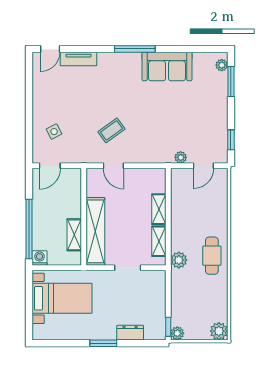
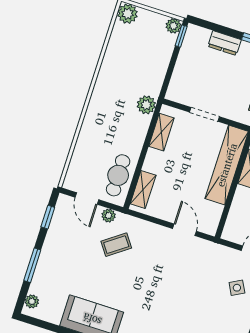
window: (231, 81) -> (32, 265), moved
coffee table: (111, 130) -> (116, 245), moved
door: (203, 166) -> (87, 198), swing flipped
shelving: (159, 209) -> (143, 189), moved
cafe table: (212, 256) -> (118, 175), moved

